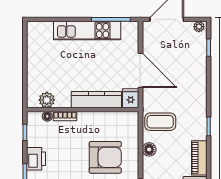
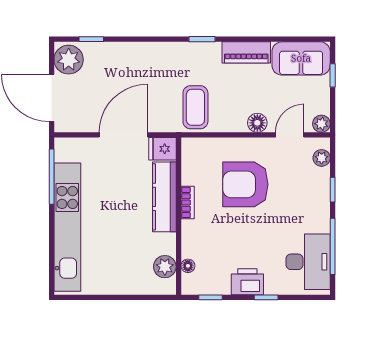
plant: (199, 27) -> (69, 60), width x1.87, depth x1.87
kitchen unit: (87, 31) -> (67, 227), width x1.36
bookcase: (65, 116) -> (188, 202), moved
floor lamp: (149, 149) -> (257, 123), moved
armchair: (105, 157) -> (245, 184), turned -90

